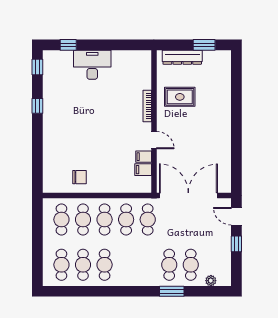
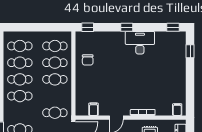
desk: (92, 65) -> (140, 43), moved, turned -90
window: (37, 106) -> (127, 27), moved
filing cabinet: (144, 157) -> (177, 110), moved
window: (37, 177) -> (88, 27), added
cafe table: (126, 220) -> (20, 96), moved

